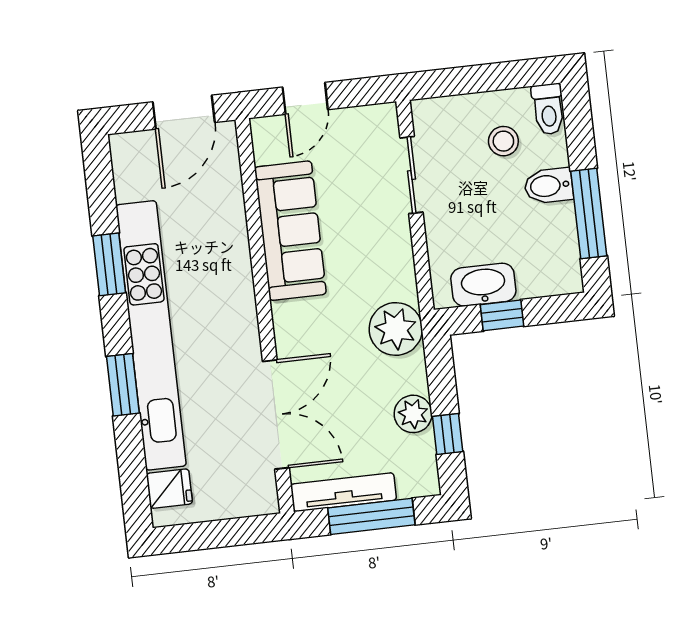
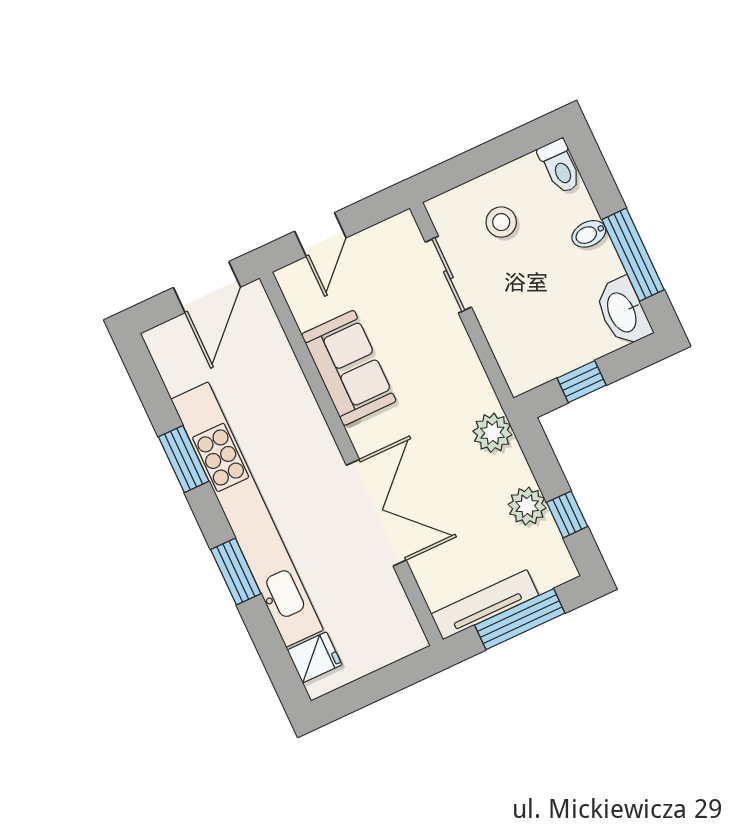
stool: (503, 141) -> (501, 222), moved
bidet: (549, 186) -> (589, 234), width x0.72, depth x0.74
sofa: (290, 231) -> (349, 368), width x0.73
washbasin: (483, 285) -> (623, 312), moved, turned -90
plant: (396, 329) -> (492, 433), width x0.73, depth x0.73
double door: (276, 415) -> (376, 513), moved

